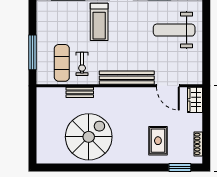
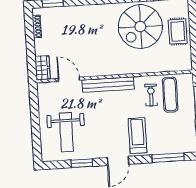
weight bench: (174, 30) -> (66, 132), turned 90
bench: (80, 92) -> (151, 68), removed
rug: (158, 141) -> (178, 31), moved

